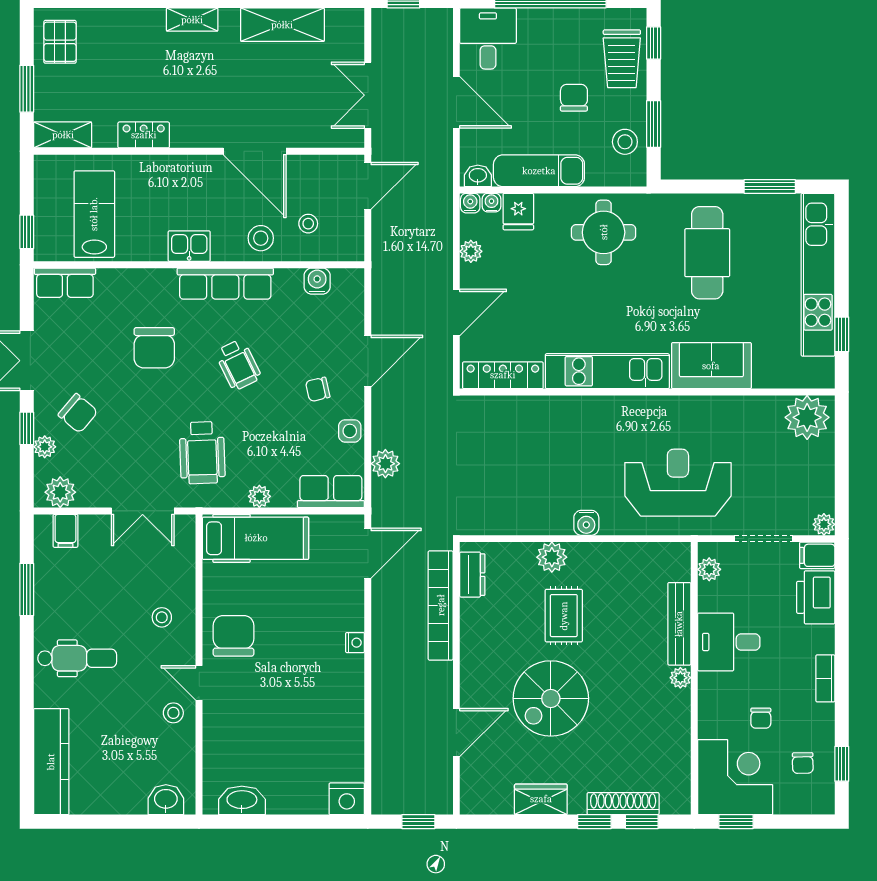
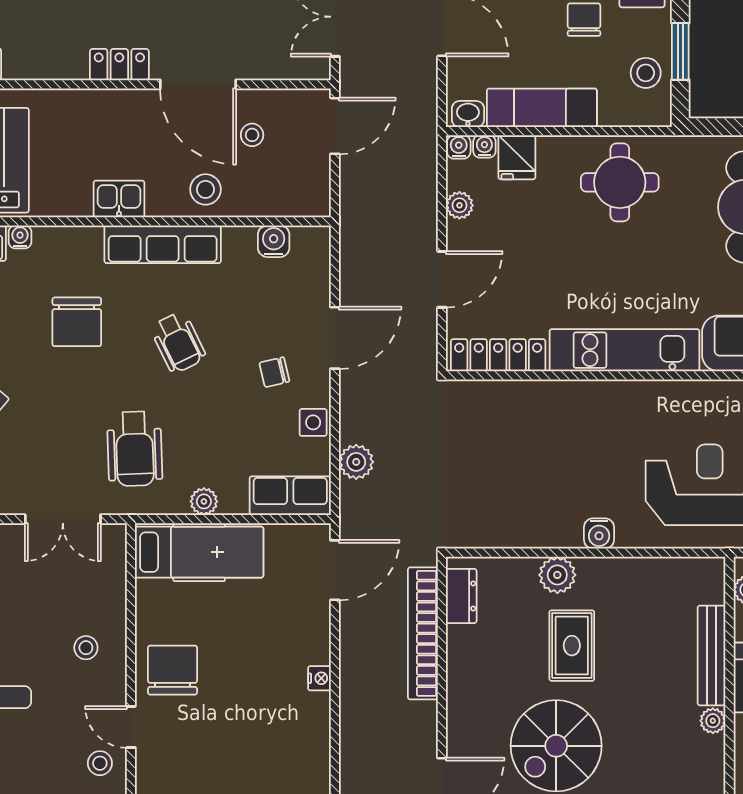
locker: (144, 135) -> (119, 65), moved
stool: (308, 224) -> (252, 135), moved
water cooler: (107, 278) -> (20, 237), added

